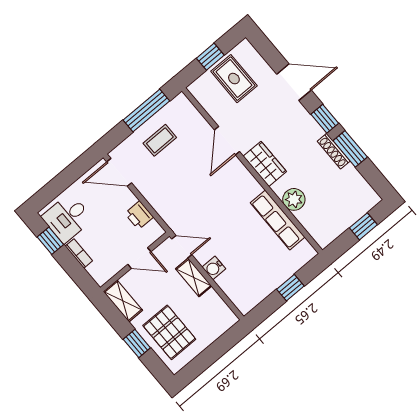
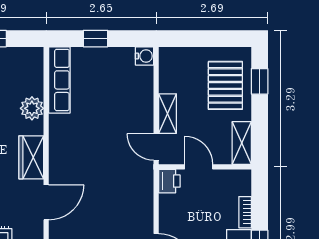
printer: (139, 215) -> (169, 181), moved
row of seats: (278, 220) -> (59, 80), moved
water cooler: (214, 268) -> (145, 56), moved
window: (137, 343) -> (260, 81), moved

